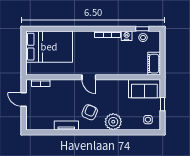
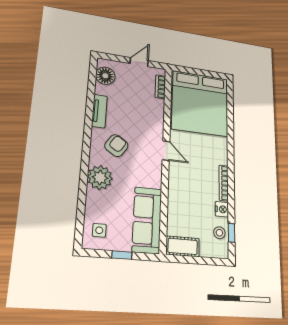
bed: (49, 47) -> (200, 103), width x1.36
door: (89, 77) -> (166, 151), swing flipped
sofa: (144, 89) -> (147, 220), width x1.36
armchair: (90, 112) -> (116, 146), turned -80
floor lamp: (39, 123) -> (105, 76), added

